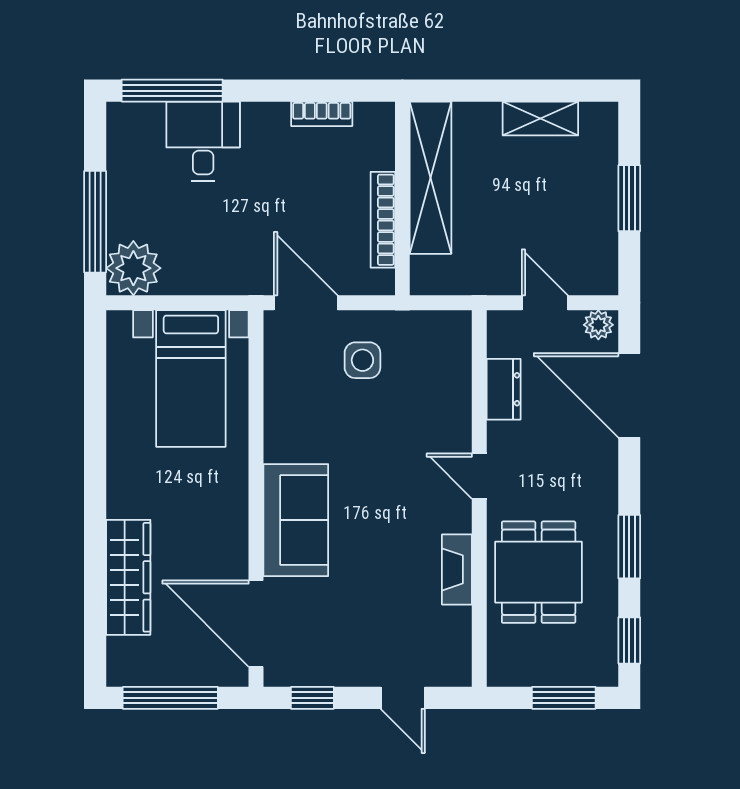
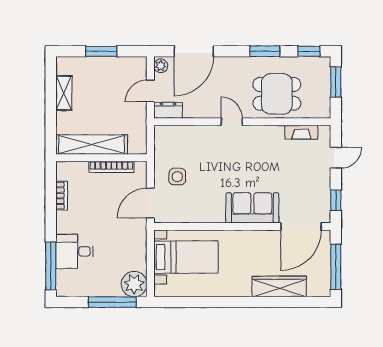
dresser: (504, 389) -> (168, 110), moved
door: (479, 476) -> (232, 122), swing flipped
fireplace: (457, 569) -> (301, 132), moved

